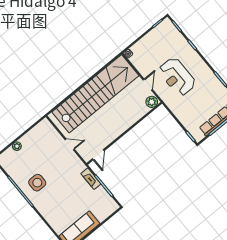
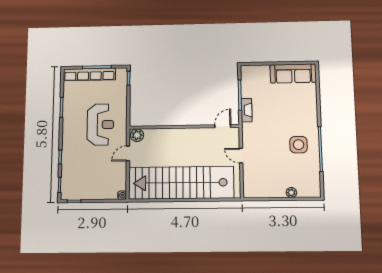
reception desk: (177, 77) -> (100, 125), moved

